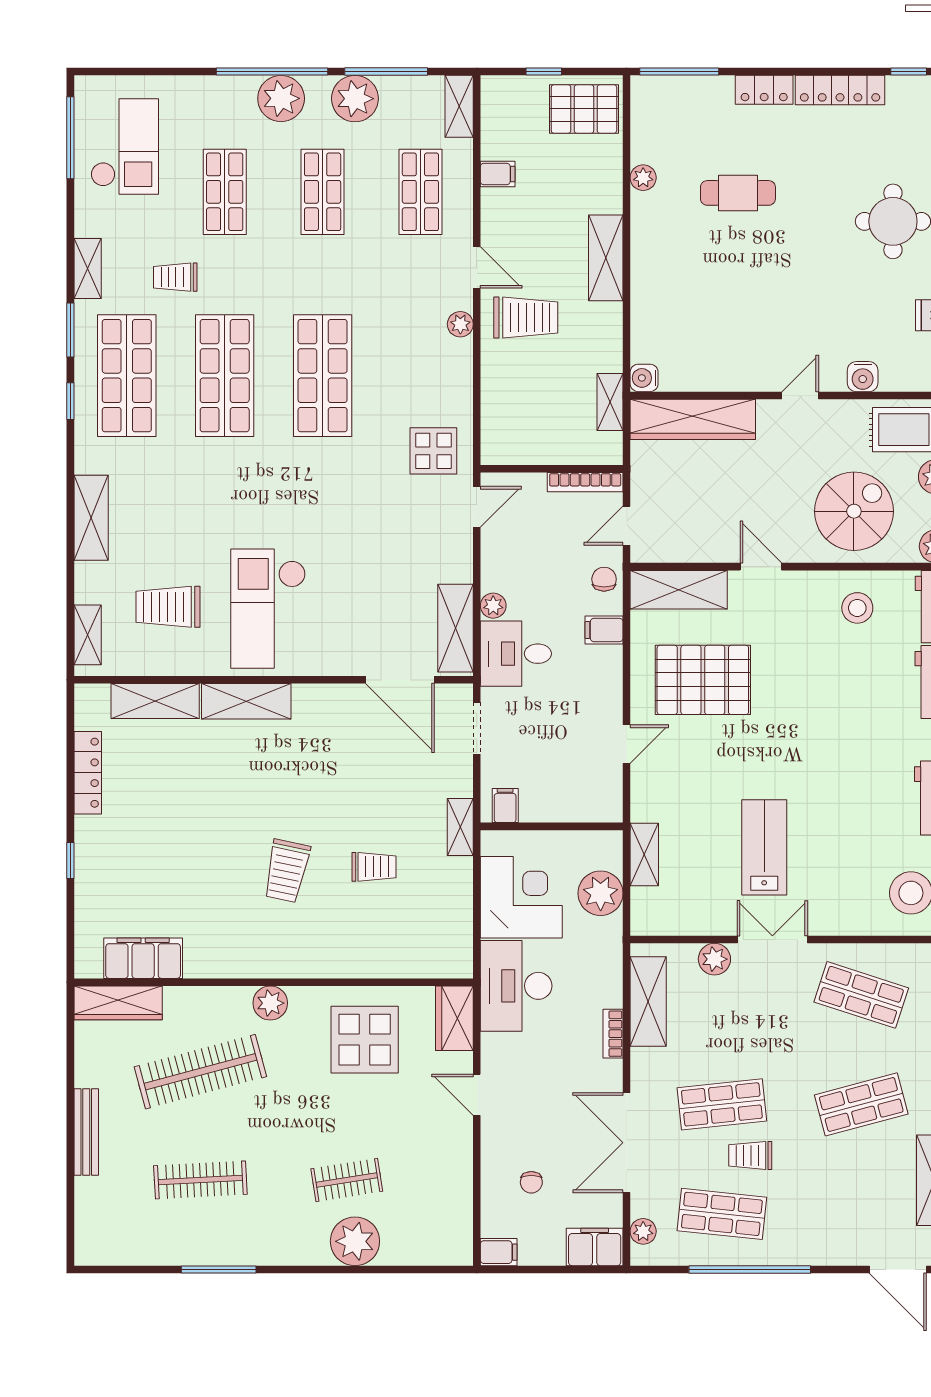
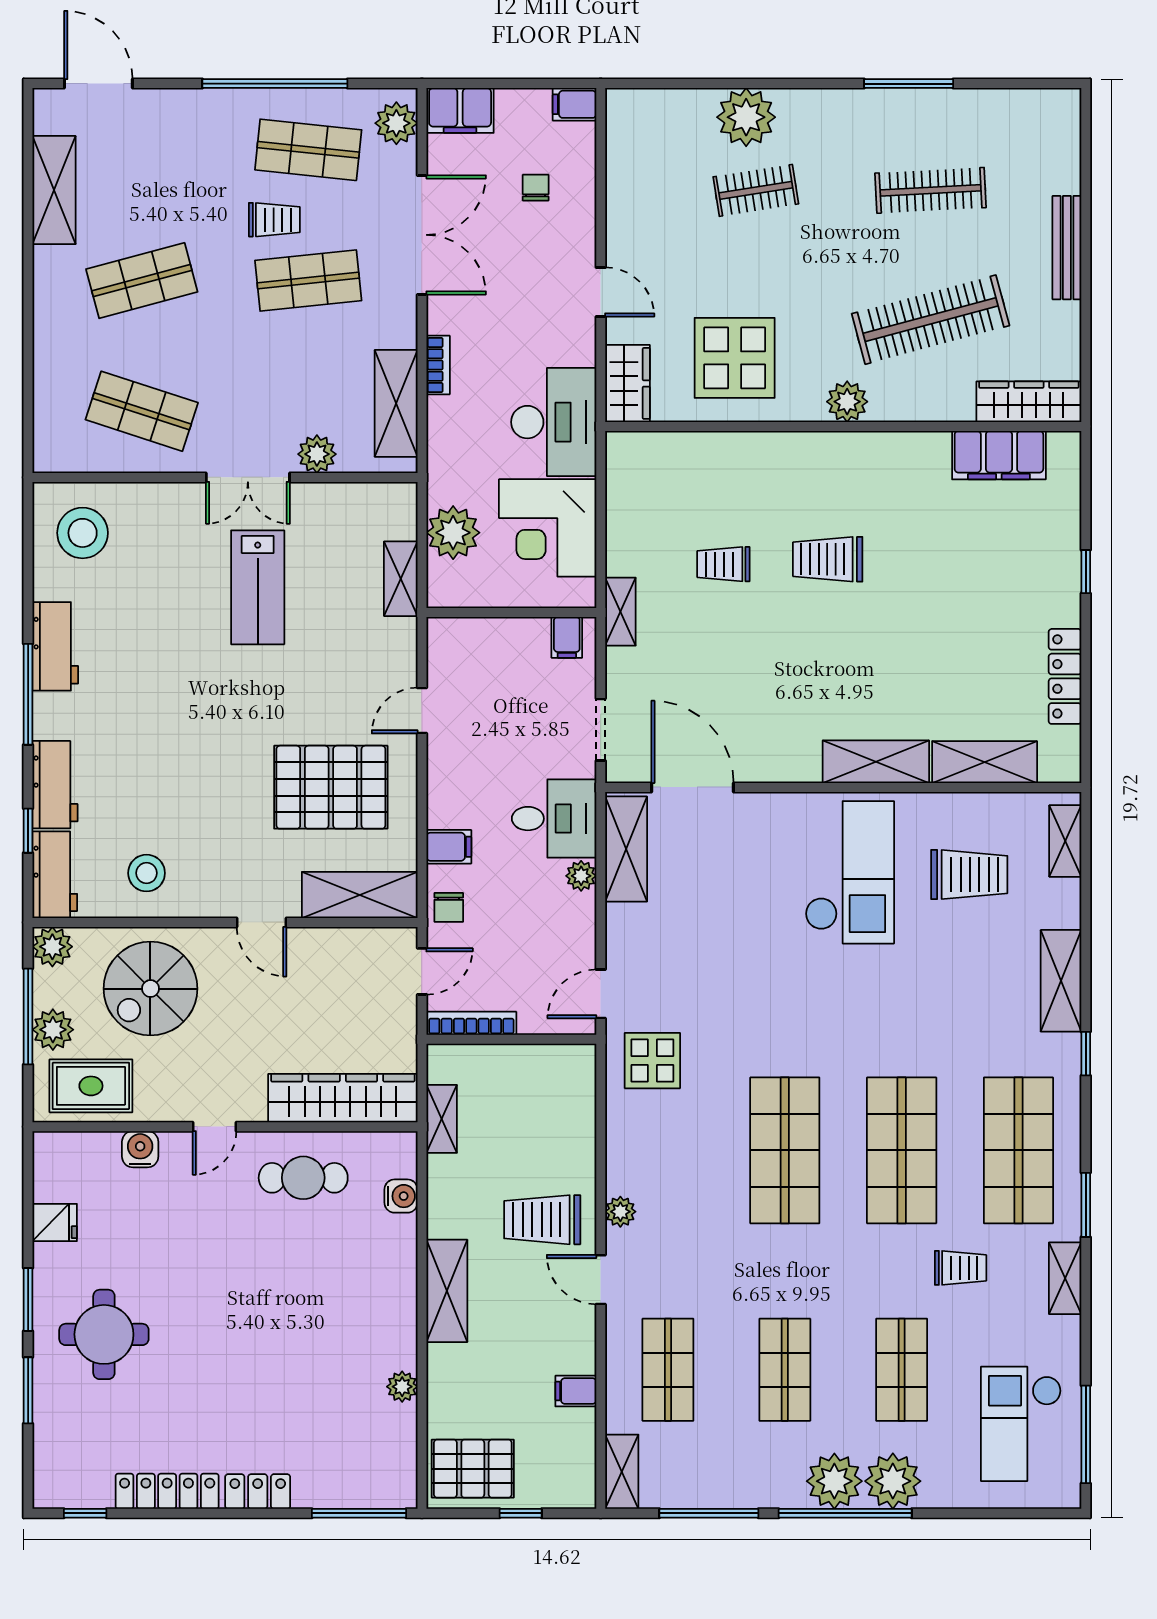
plant: (355, 99) -> (893, 1481), moved
cafe table: (738, 193) -> (303, 1178), moved
water cooler: (644, 378) -> (401, 1196), moved
window: (70, 401) -> (1086, 1054), moved
trolley: (287, 871) -> (828, 559), turned -102
plant: (643, 1231) -> (396, 123), width x1.38, depth x1.38

